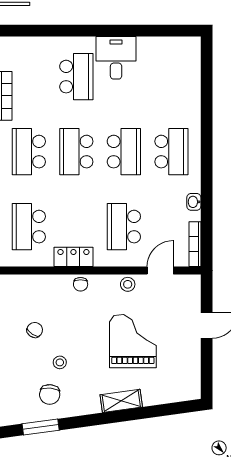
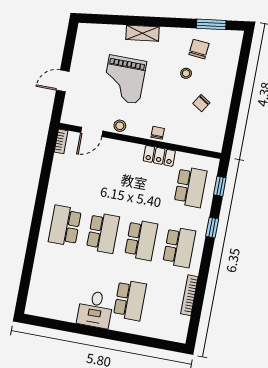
school desk: (76, 77) -> (130, 300), turned 180
school desk: (124, 152) -> (103, 233), turned 180
washbasin: (194, 202) -> (54, 182), removed
school desk: (124, 227) -> (114, 173), removed
bookcase: (195, 244) -> (61, 141), width x0.64

